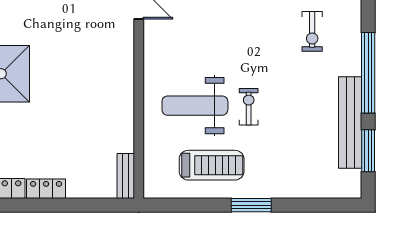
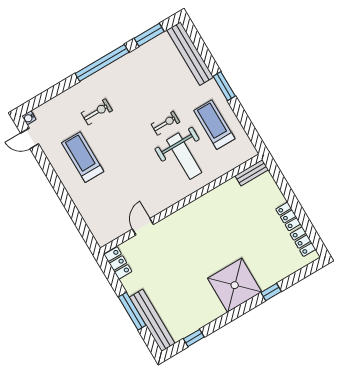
exercise bike: (249, 107) -> (165, 123), turned 180
bench: (350, 122) -> (190, 54), moved, turned 90

